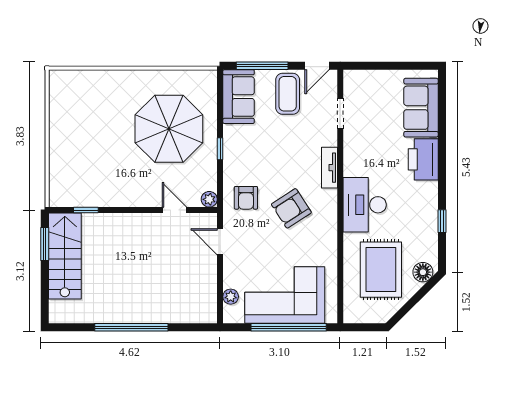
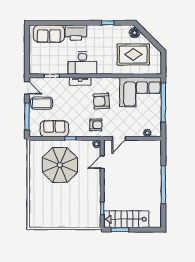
sofa: (239, 97) -> (54, 129), moved
desk: (365, 205) -> (82, 63), moved
armchair: (291, 208) -> (101, 101), turned 119
corner sofa: (285, 295) -> (141, 92), moved, turned -90

